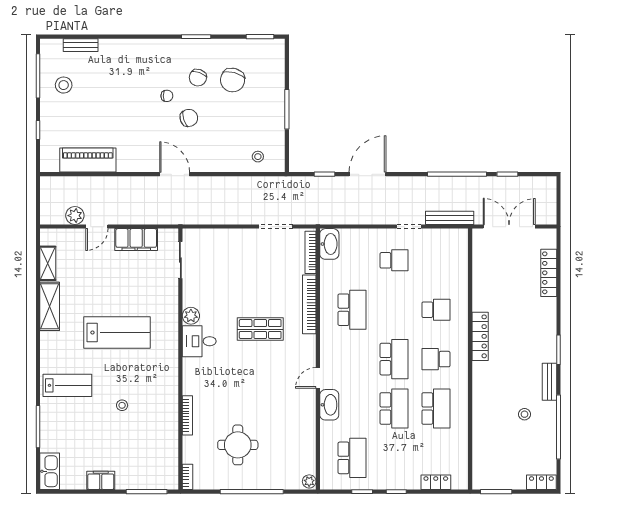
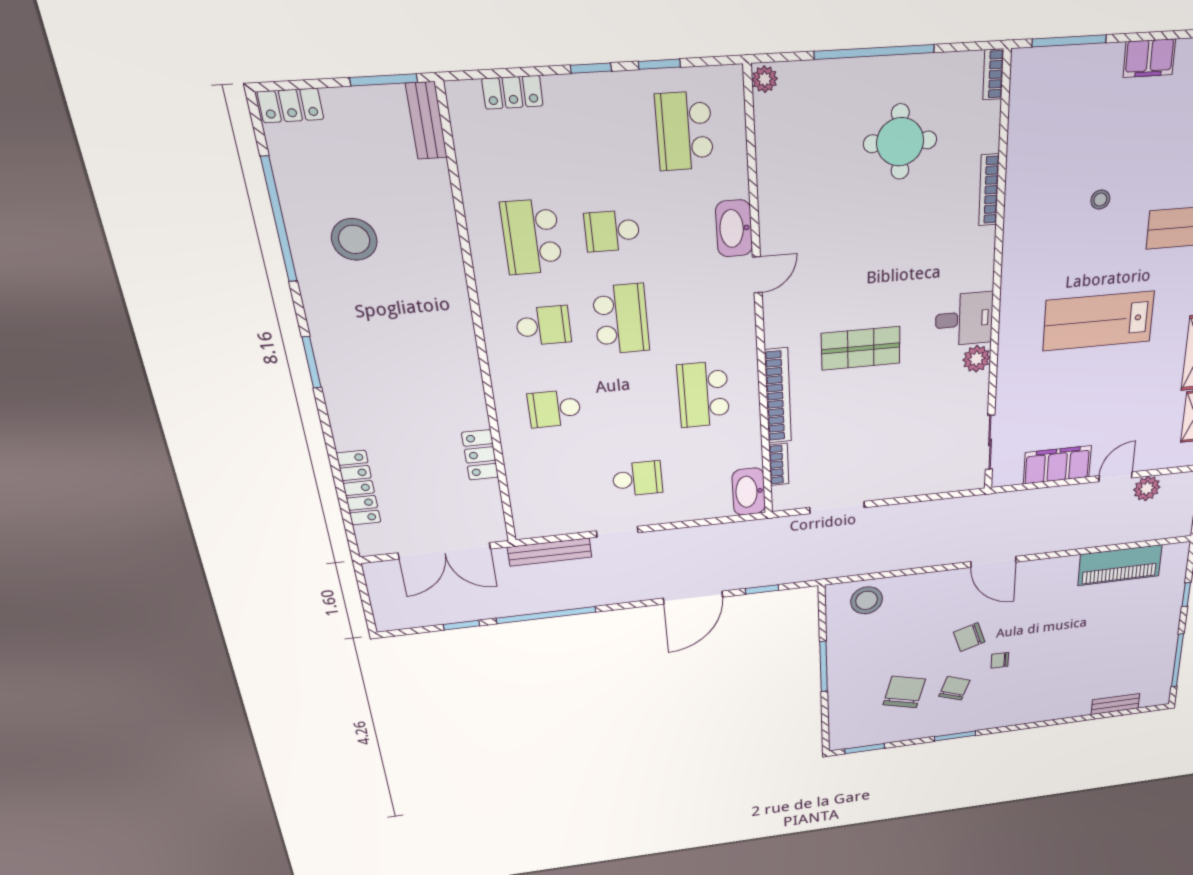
stool: (64, 85) -> (1144, 654), removed
stool: (258, 157) -> (867, 600), width x1.89, depth x1.89
bookcase: (310, 252) -> (779, 464), width x0.64
school desk: (394, 260) -> (637, 479), turned 180
locker: (480, 336) -> (480, 455), moved, width x0.66
school desk: (394, 359) -> (621, 319), turned 180
bench: (549, 382) -> (426, 121), moved
school desk: (394, 408) -> (612, 231), width x0.54
stool: (525, 414) -> (354, 239), width x1.89, depth x1.89

